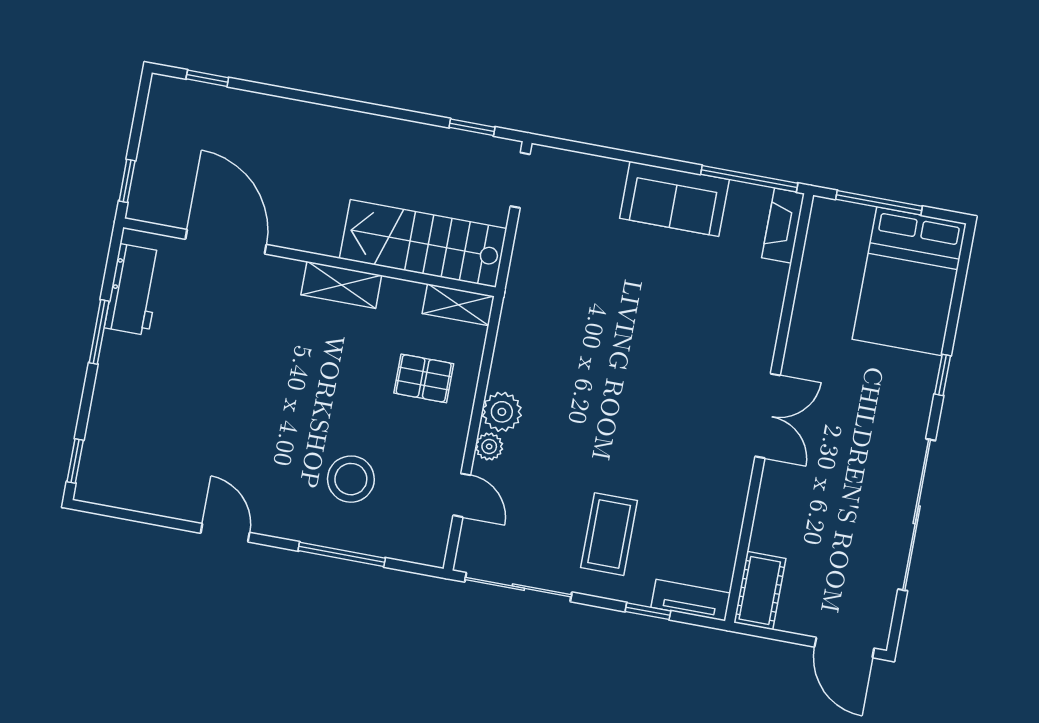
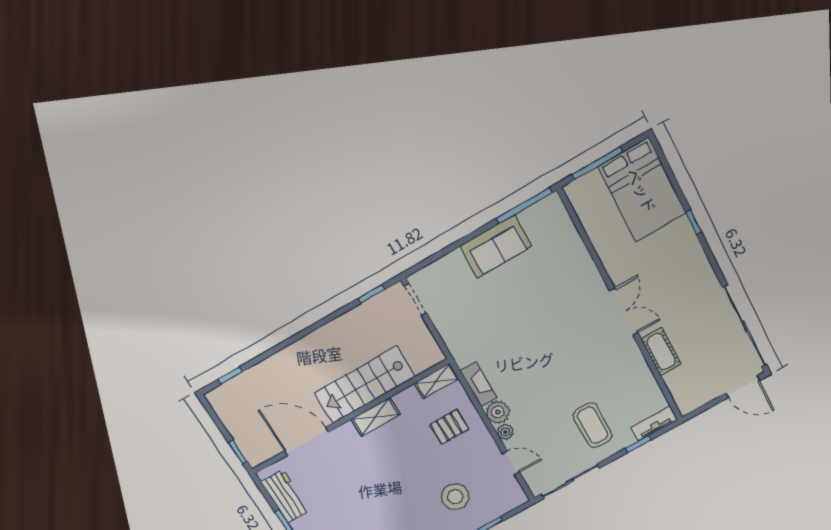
fireplace: (783, 226) -> (478, 384), moved, turned 180
stairs: (423, 243) -> (365, 385), moved
sliding door: (917, 515) -> (745, 326), moved
cot: (760, 591) -> (661, 352), moved

